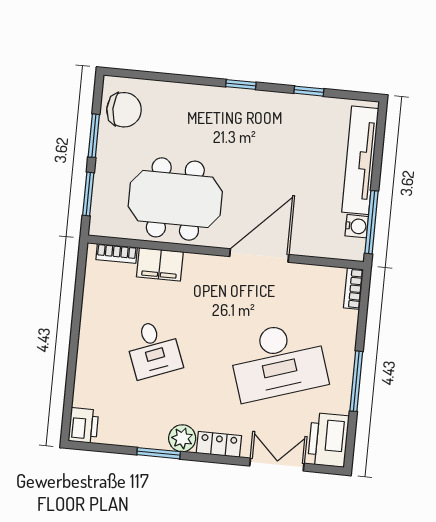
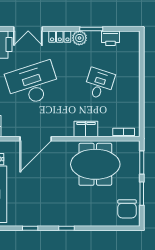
chair: (124, 110) -> (127, 209), turned -90
door: (259, 255) -> (36, 139), moved
filing cabinet: (160, 264) -> (86, 129), moved
desk: (154, 349) -> (99, 84), turned 39
printer: (83, 426) -> (111, 38), moved, turned -90

